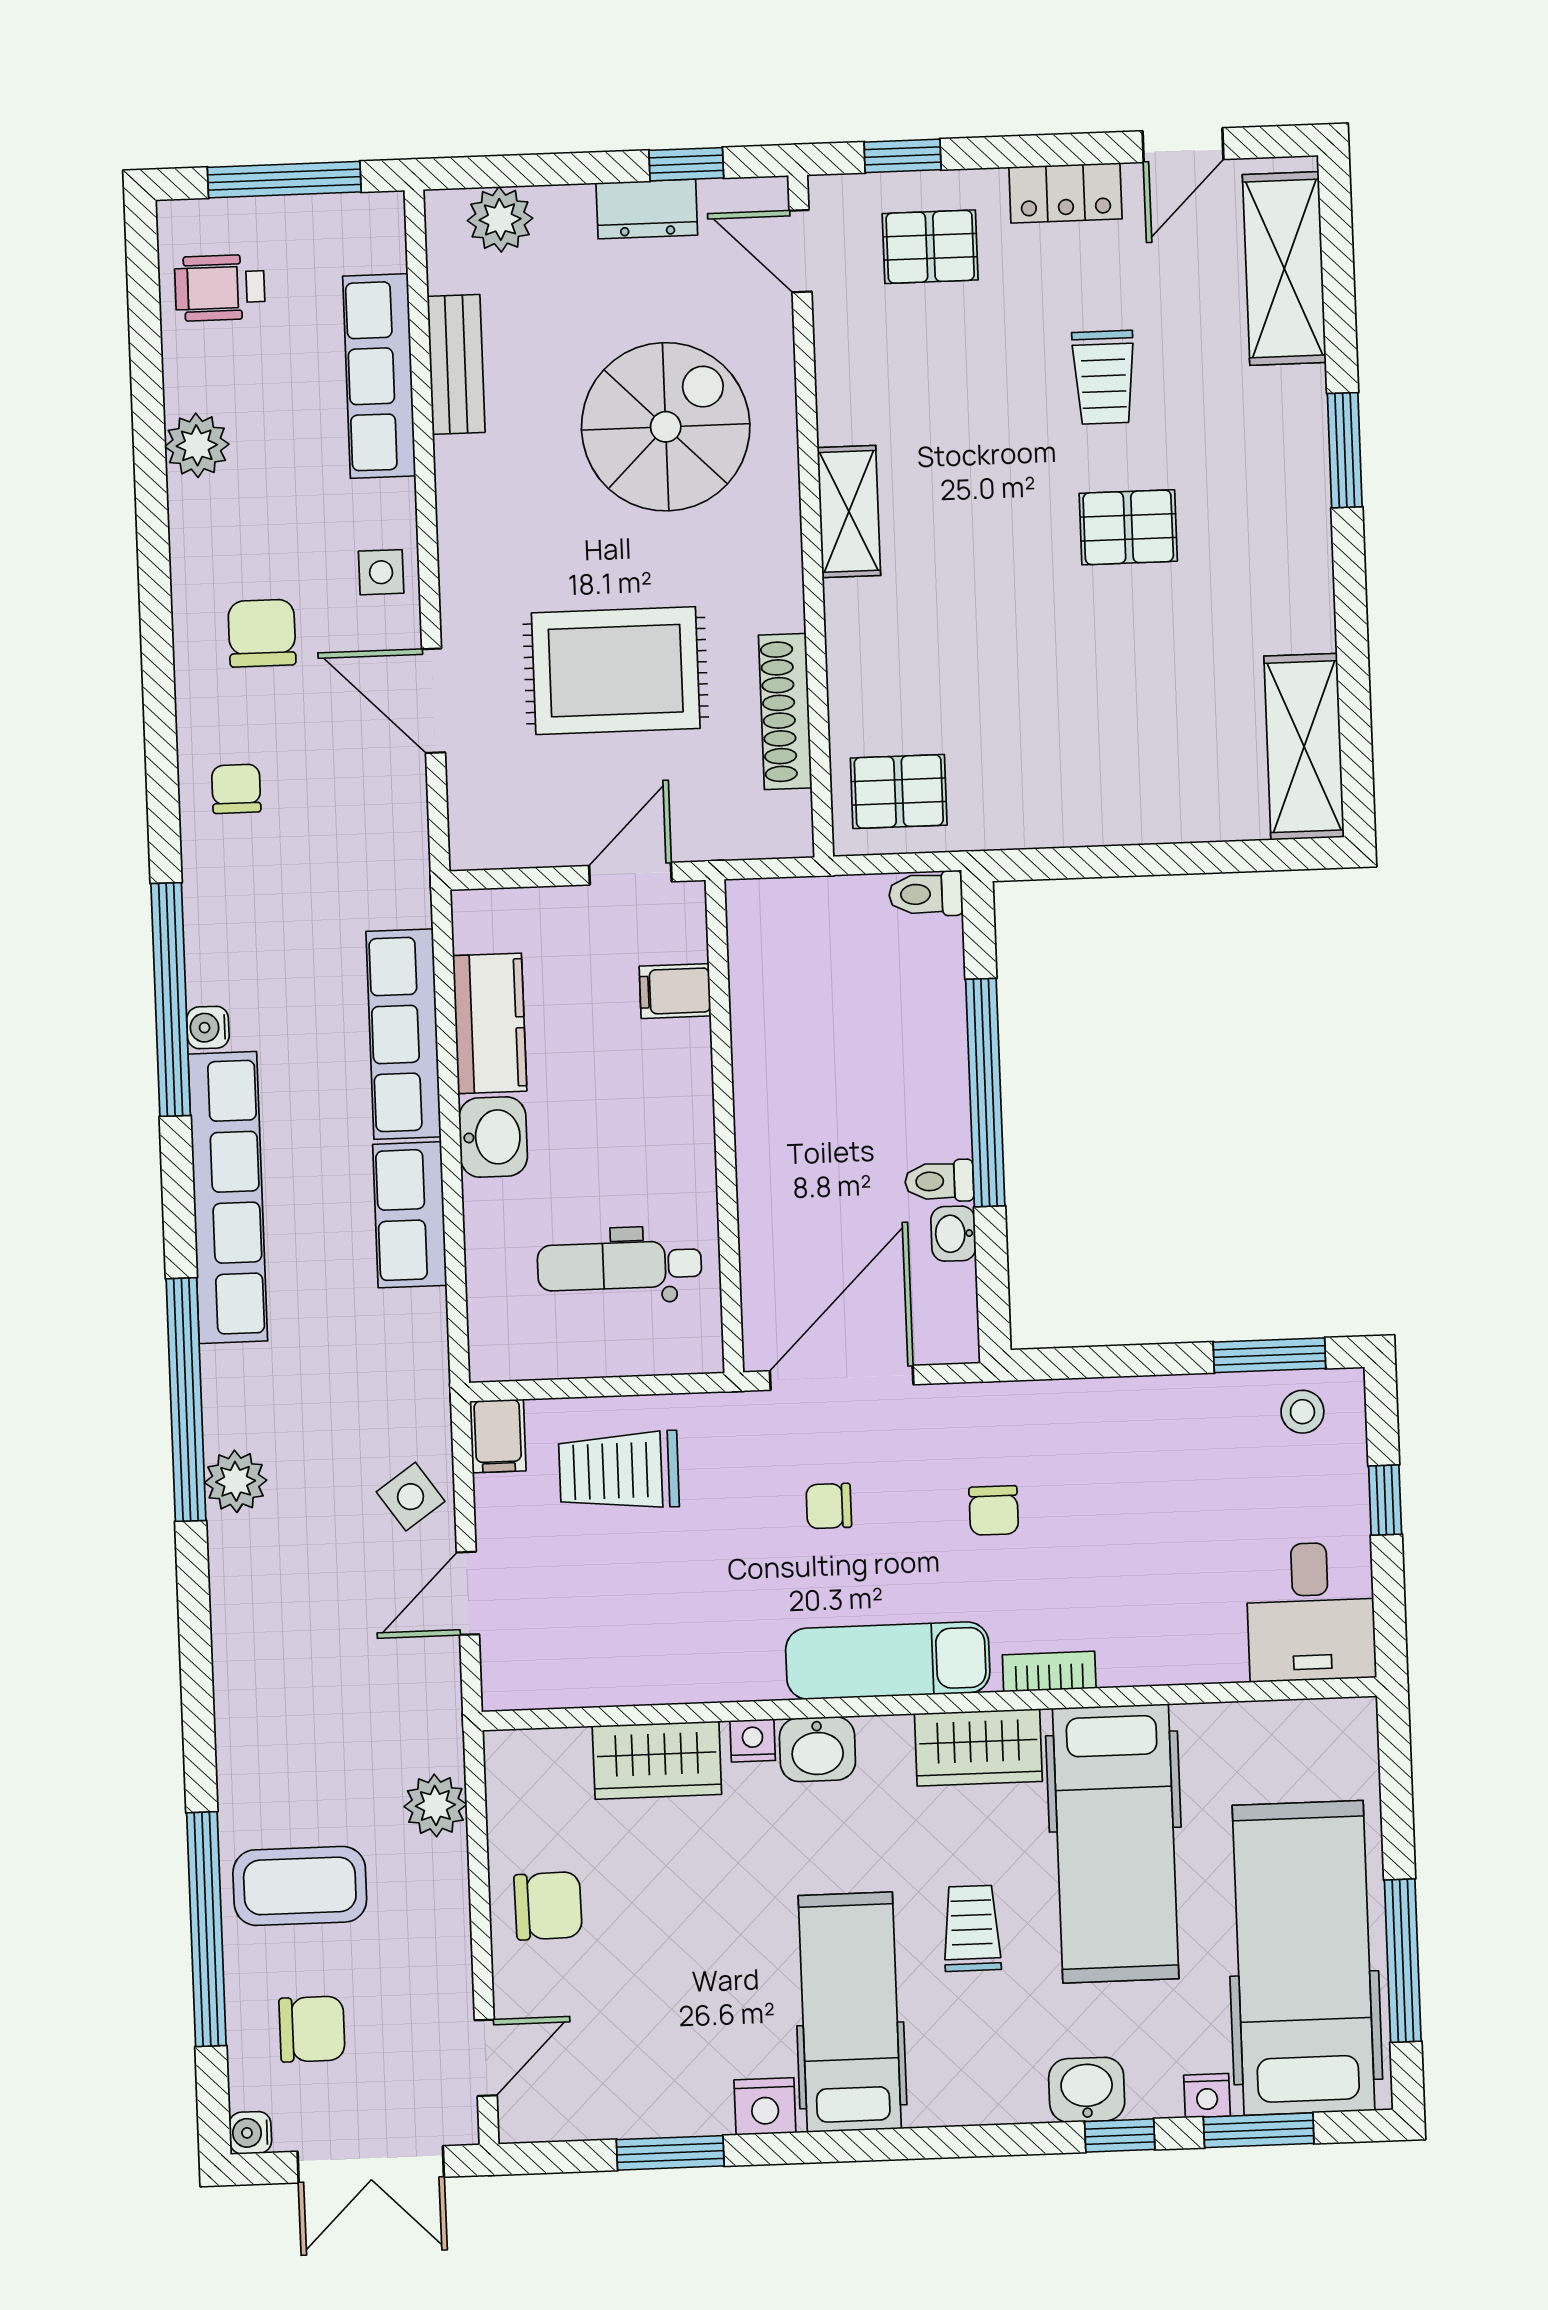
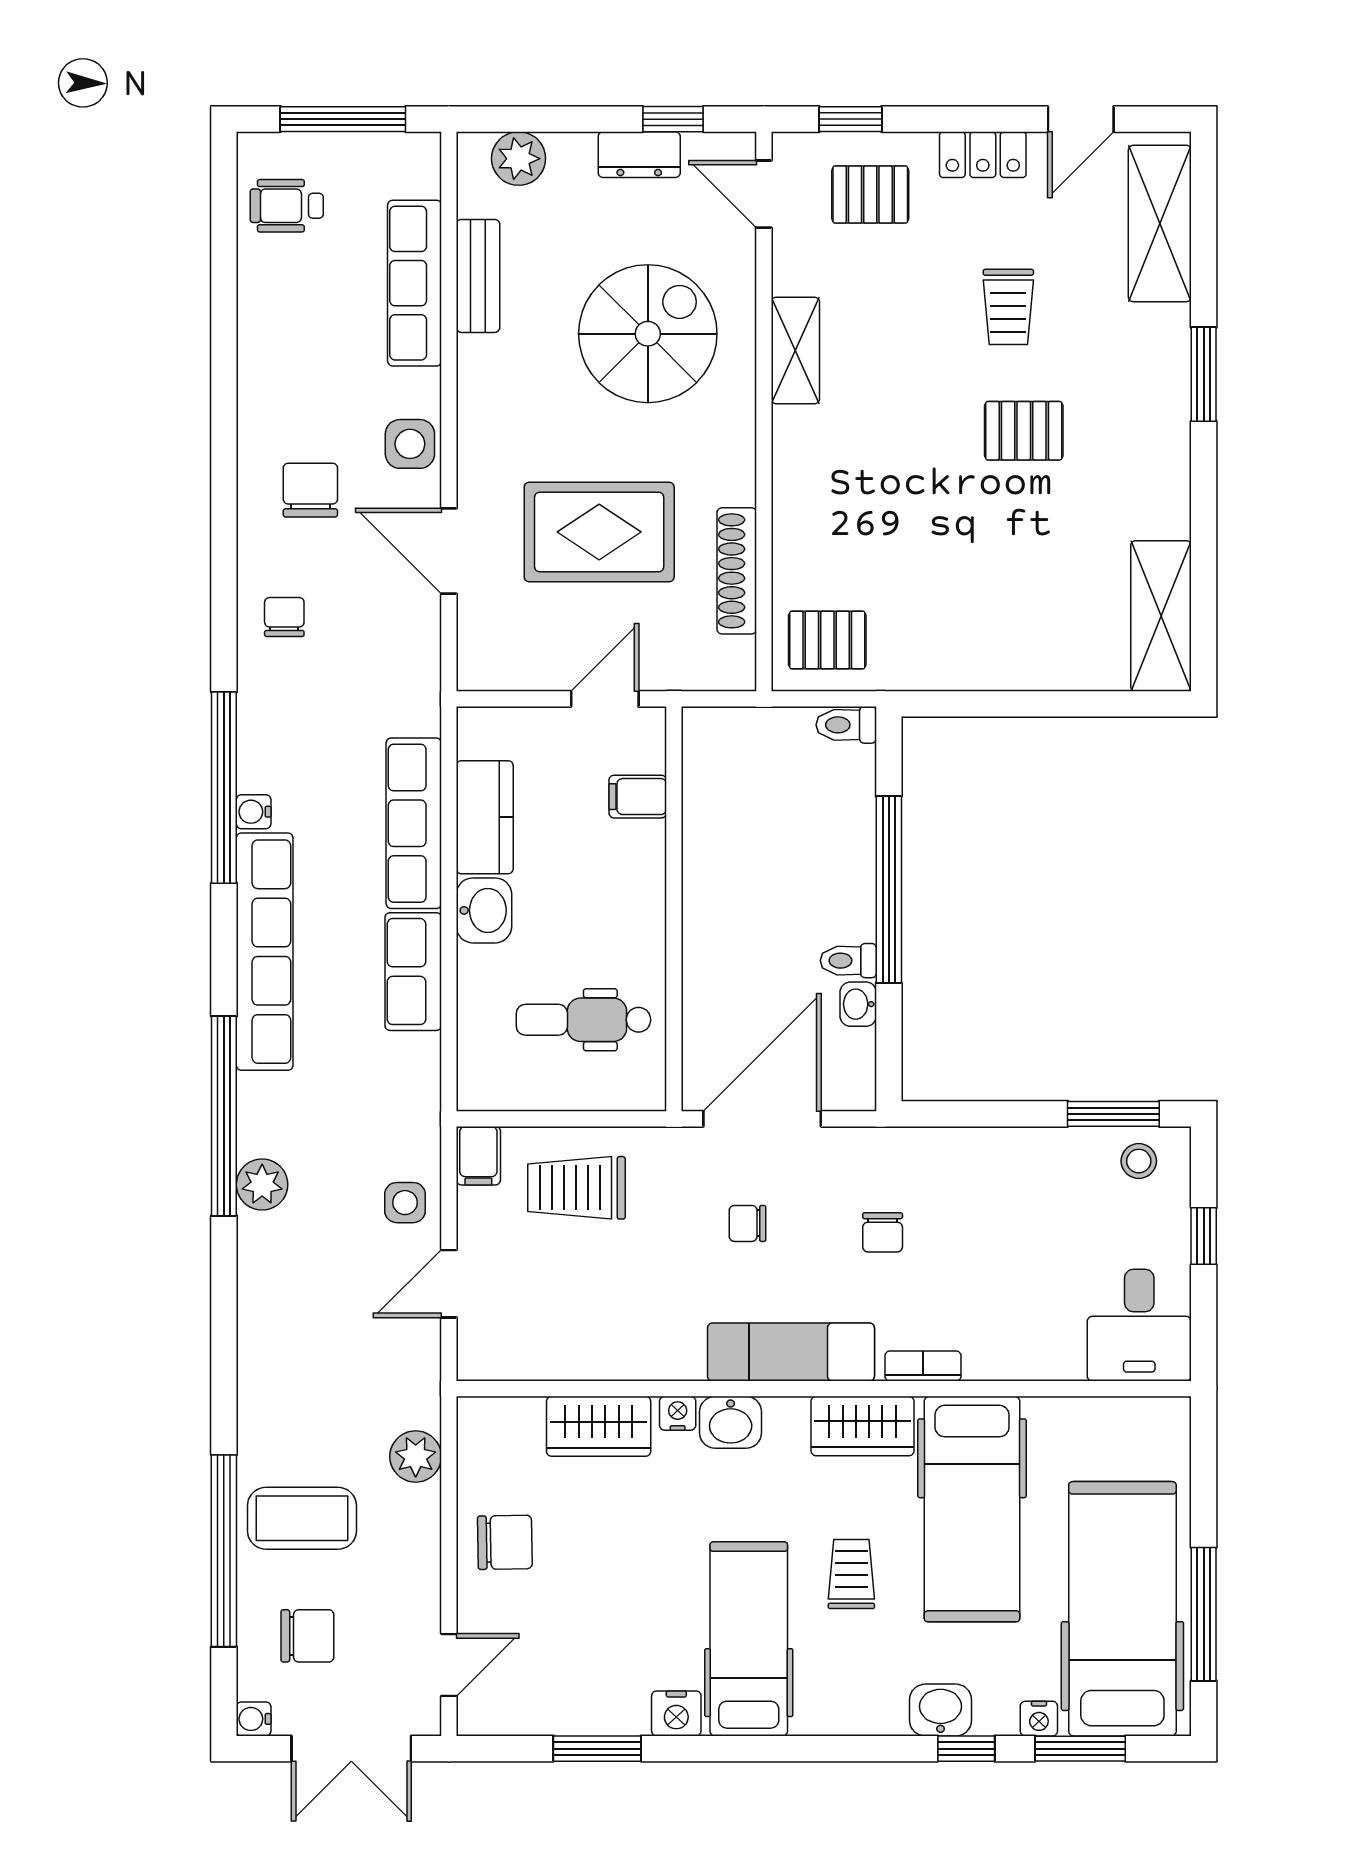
plant: (197, 445) -> (263, 334), removed
shelving: (849, 511) -> (795, 350), moved
side table: (381, 572) -> (410, 444), width x1.37, depth x1.37
side table: (411, 1497) -> (405, 1203), turned 35

